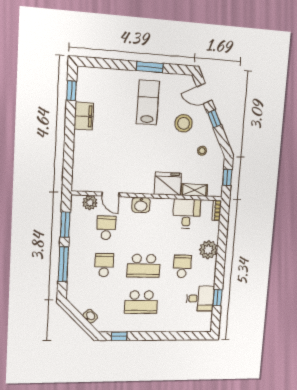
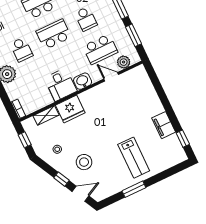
lab bench: (148, 102) -> (134, 158), moved
desk: (187, 214) -> (61, 85), moved
school desk: (106, 228) -> (100, 49), width x1.85

